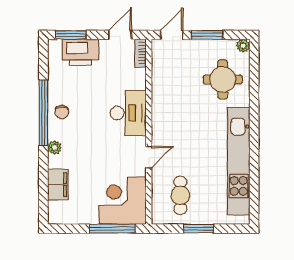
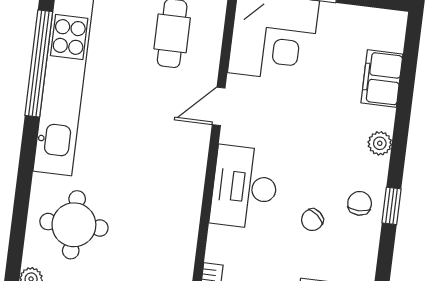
chair: (87, 99) -> (312, 220), added
window: (43, 113) -> (392, 206), width x0.32
window: (254, 169) -> (39, 64), added

